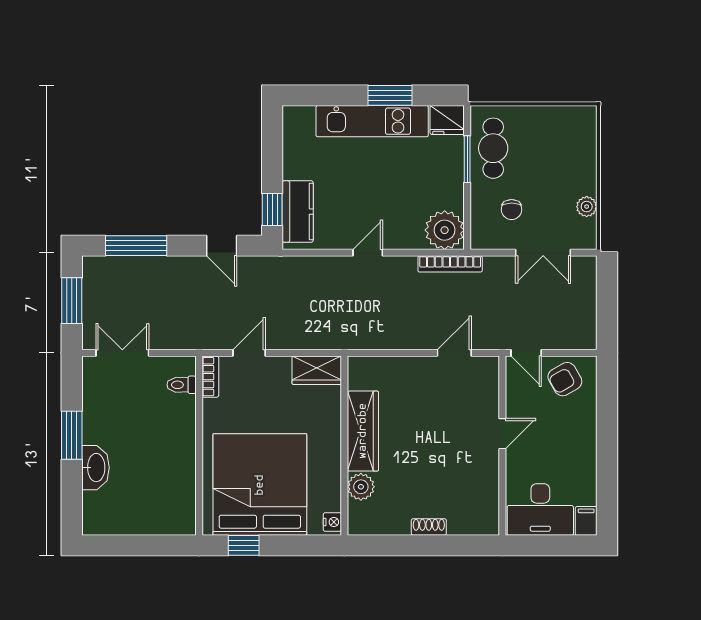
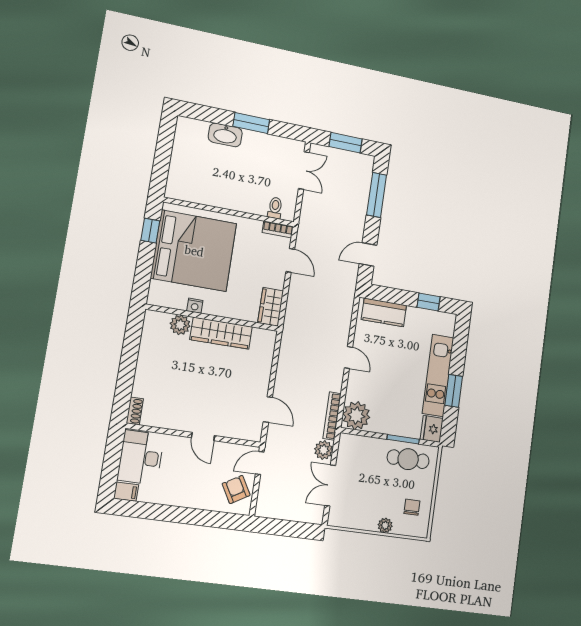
plant: (587, 207) -> (385, 525), moved
window: (272, 209) -> (428, 302), moved
chair: (512, 210) -> (412, 507), moved, turned 90
plant: (497, 269) -> (324, 450), added
nightstand: (332, 522) -> (195, 306), moved
shoe rack: (429, 527) -> (135, 411), moved

